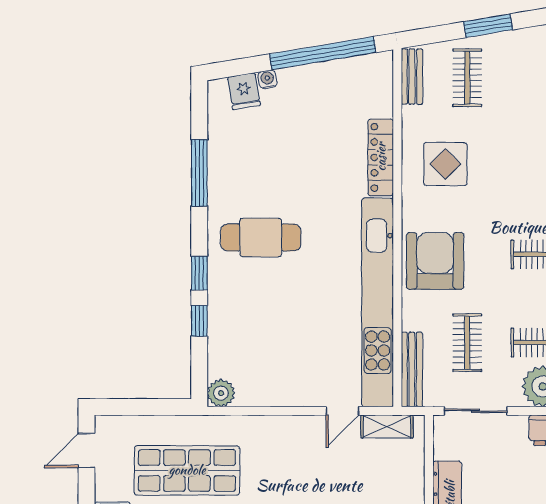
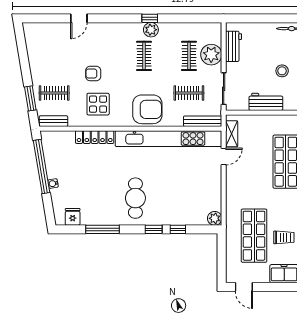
window: (488, 26) -> (30, 98), moved
water cooler: (267, 79) -> (53, 184), moved
fridge: (244, 91) -> (73, 217), moved, turned -81
armchair: (506, 154) -> (93, 73), added
armchair: (435, 261) -> (147, 109), turned 180
door: (342, 411) -> (224, 156), hinge flipped

